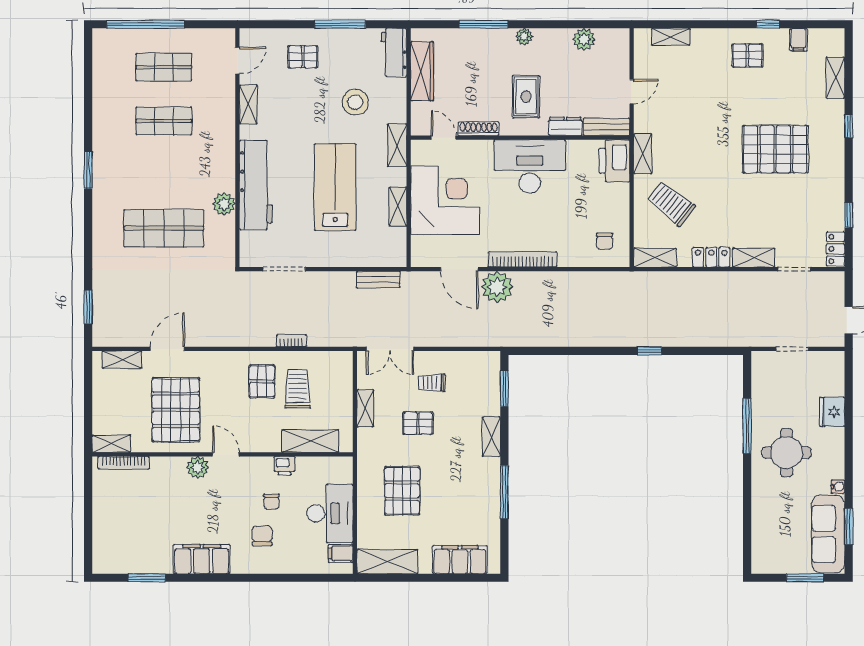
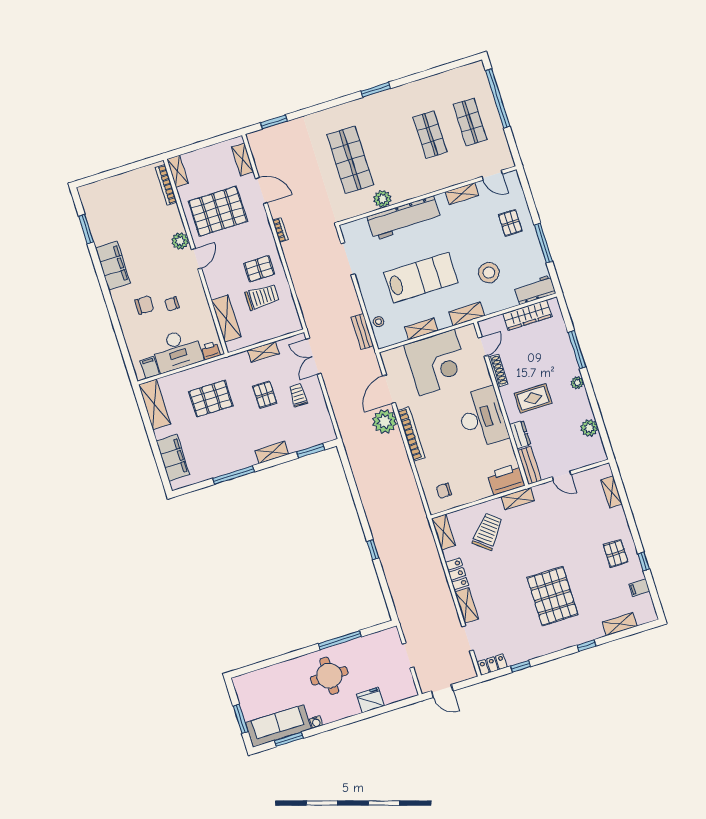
stool: (373, 256) -> (379, 322), added
bookcase: (291, 341) -> (280, 230), moved
printer: (285, 466) -> (211, 351), moved, turned 90

